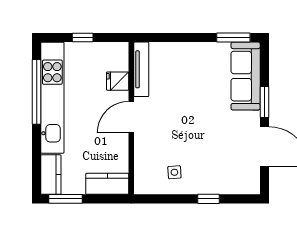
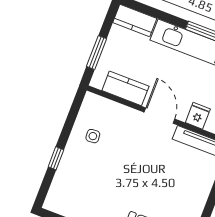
kitchen counter: (107, 184) -> (125, 88), moved, turned -90
window: (66, 199) -> (97, 53), moved

